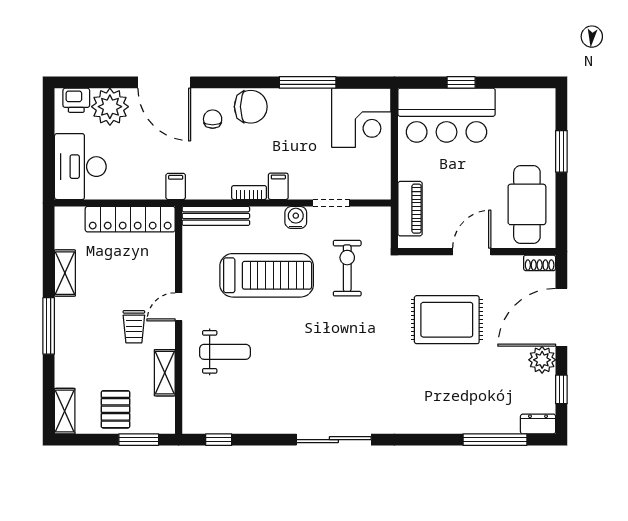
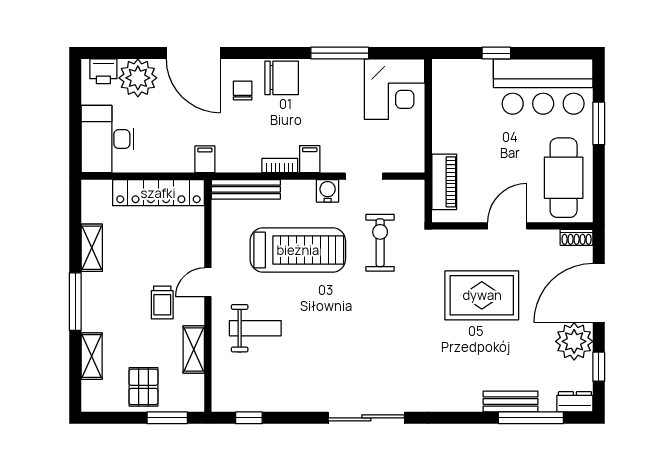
bar counter: (447, 115) -> (543, 87), moved
plant: (542, 360) -> (574, 341), width x1.36, depth x1.36
shelving: (65, 411) -> (92, 356), moved
bench: (475, 424) -> (511, 401), added

